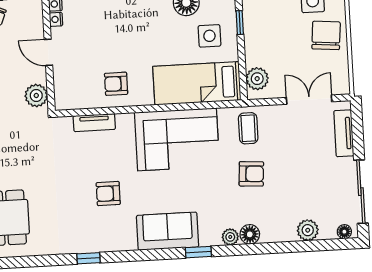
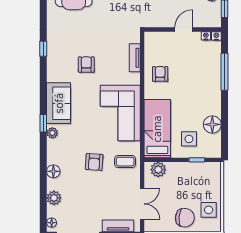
plant: (36, 95) -> (155, 20), removed
floor lamp: (250, 234) -> (53, 171), moved
plant: (230, 237) -> (52, 133), moved

